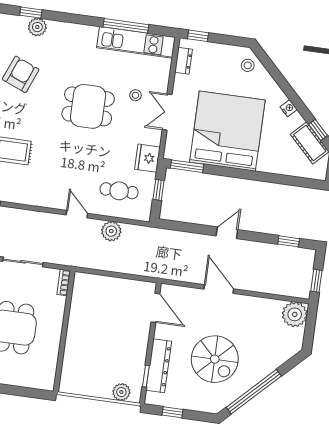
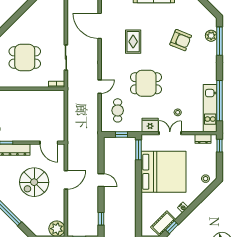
window: (31, 13) -> (219, 41), width x2.17
window: (126, 26) -> (219, 101), width x1.46
plant: (37, 27) -> (211, 36), moved
dining table: (88, 106) -> (146, 83), moved, turned 90
fridge: (147, 158) -> (150, 125), moved
plant: (111, 231) -> (92, 109), removed
door: (155, 308) -> (49, 143), hinge flipped
spiral stairs: (215, 359) -> (34, 182), moved

